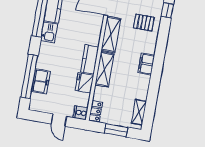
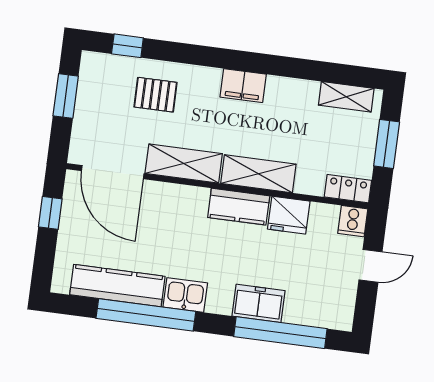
pallet: (144, 23) -> (155, 95), turned 90
freezer: (41, 81) -> (258, 303), moved

